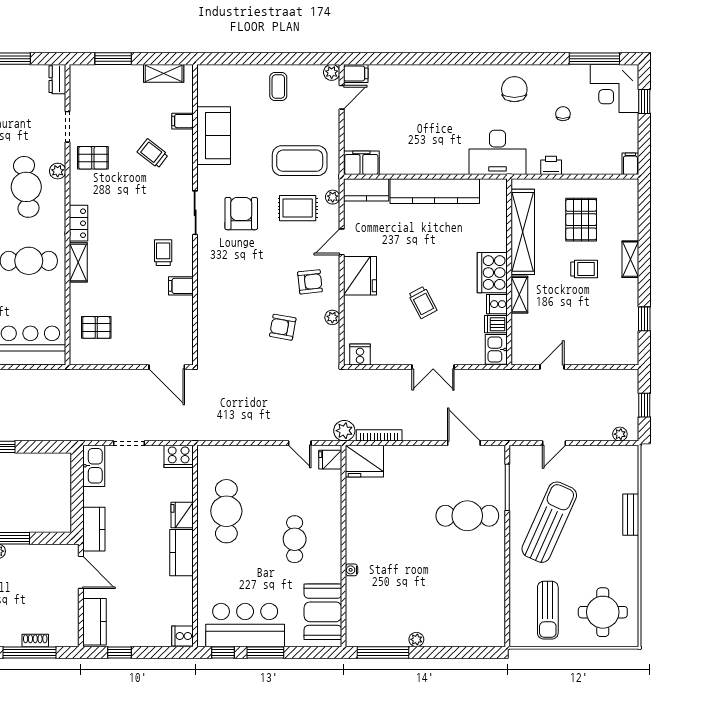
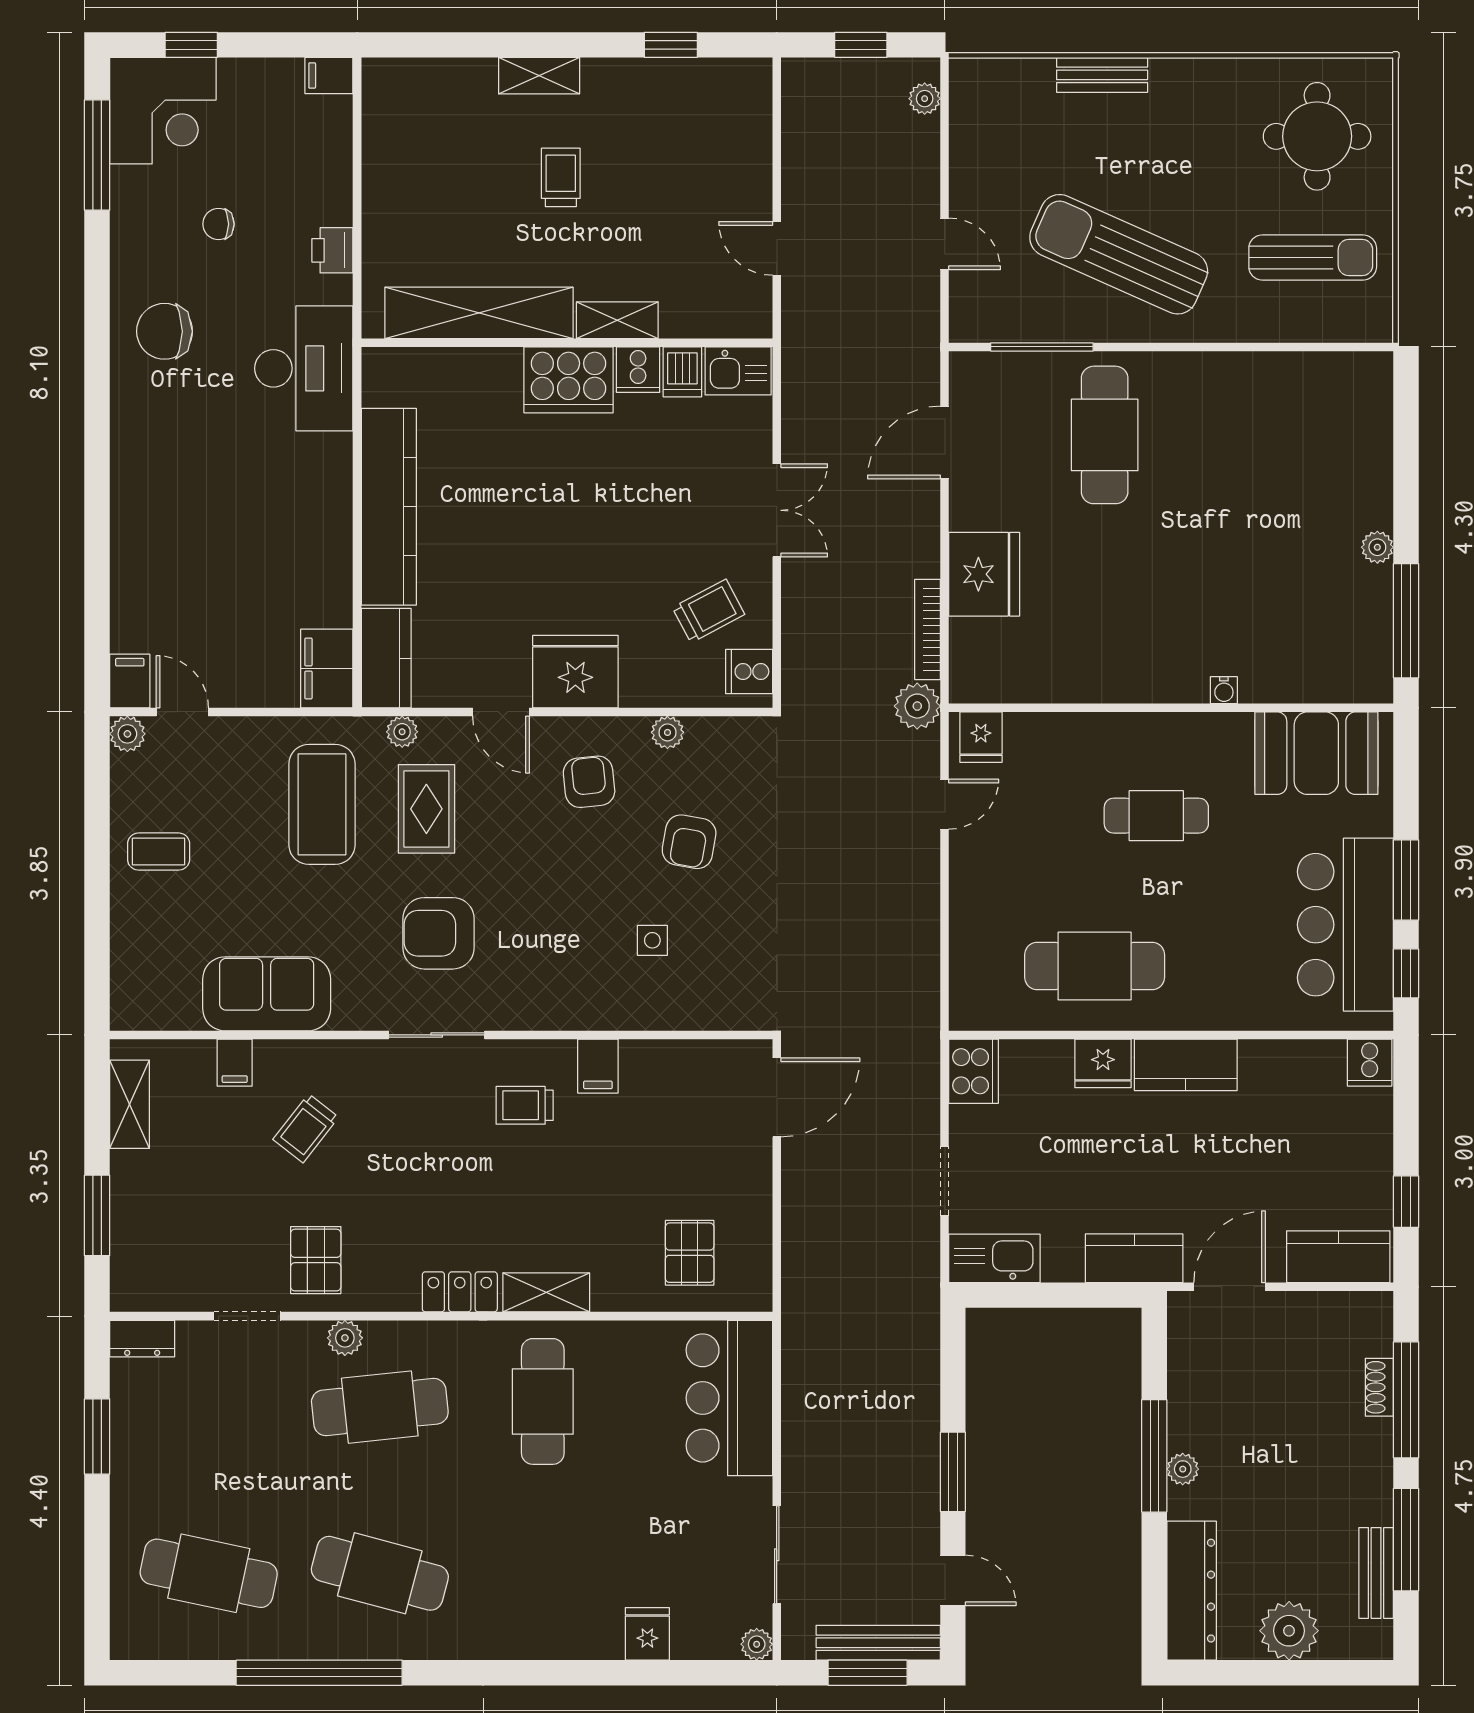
pallet: (581, 220) -> (452, 184), removed
trolley: (423, 302) -> (709, 611), moved
side table: (238, 311) -> (652, 940), added
fridge: (364, 461) -> (984, 574), moved

